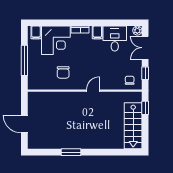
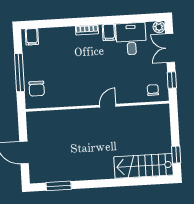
corner desk: (56, 40) -> (58, 45), removed
chair: (63, 72) -> (37, 89), moved
window: (145, 108) -> (176, 155), moved
stairs: (133, 126) -> (144, 166), moved, turned 90
window: (71, 152) -> (59, 186), moved

